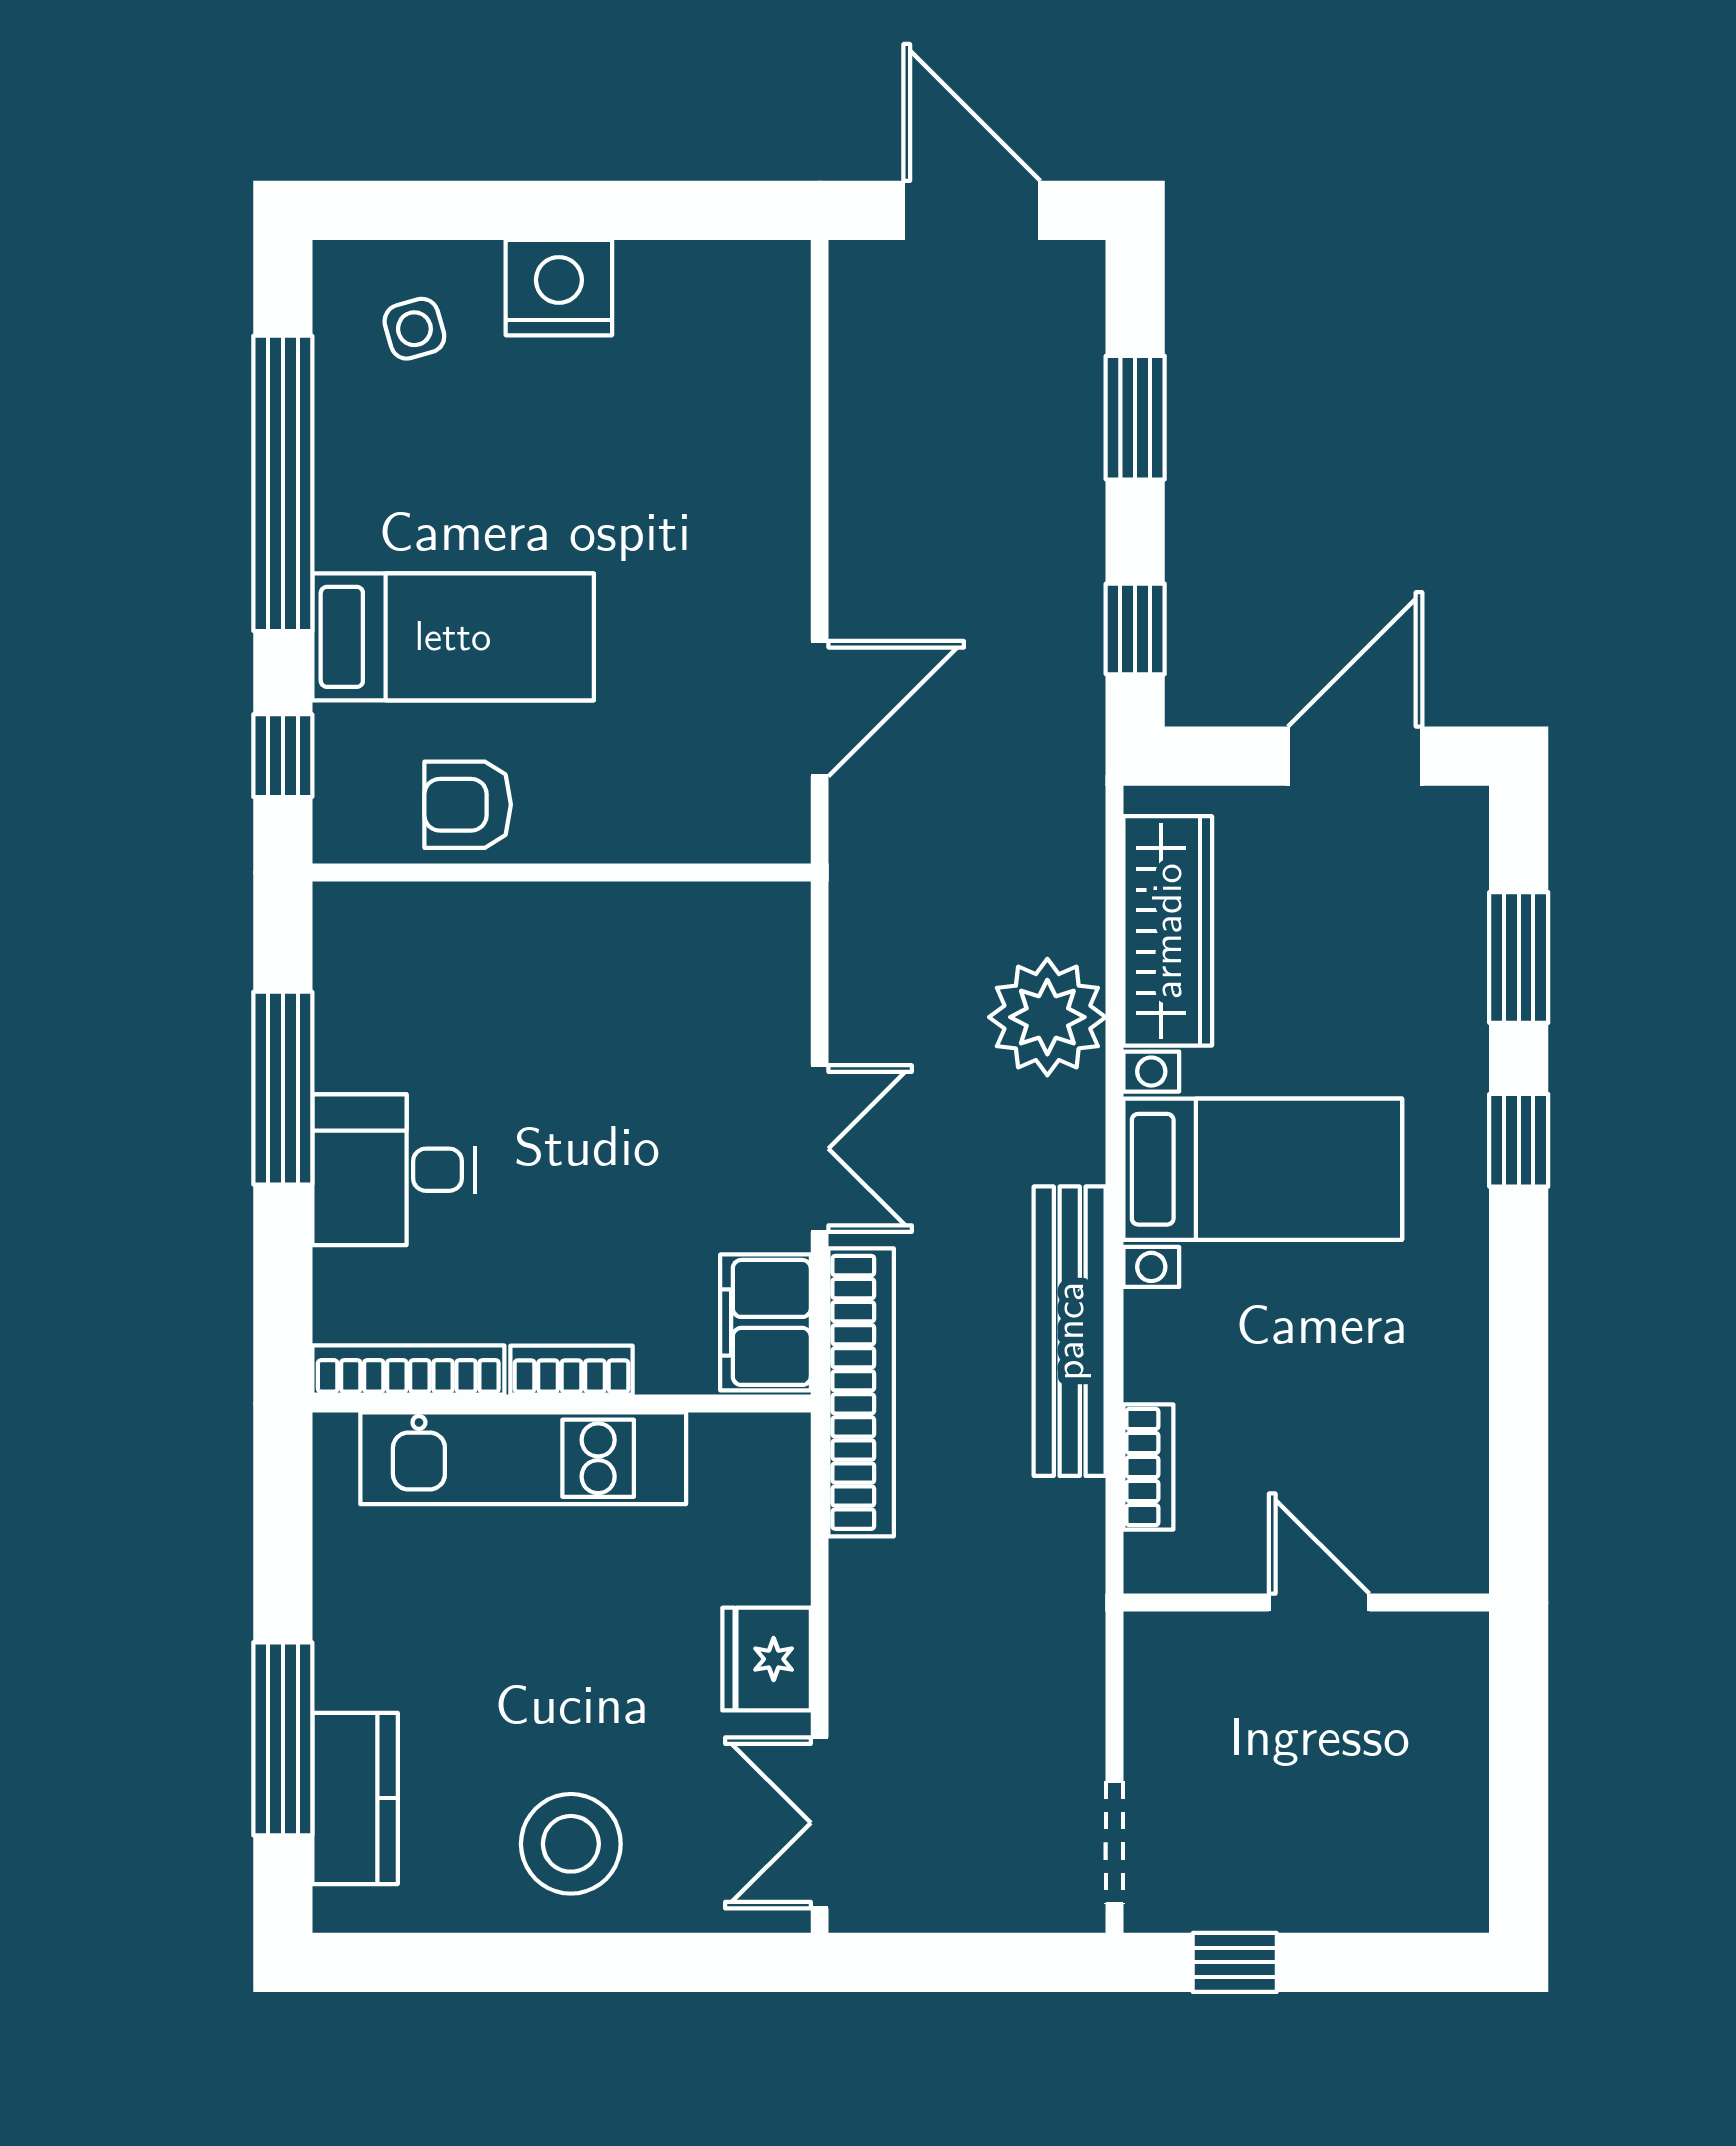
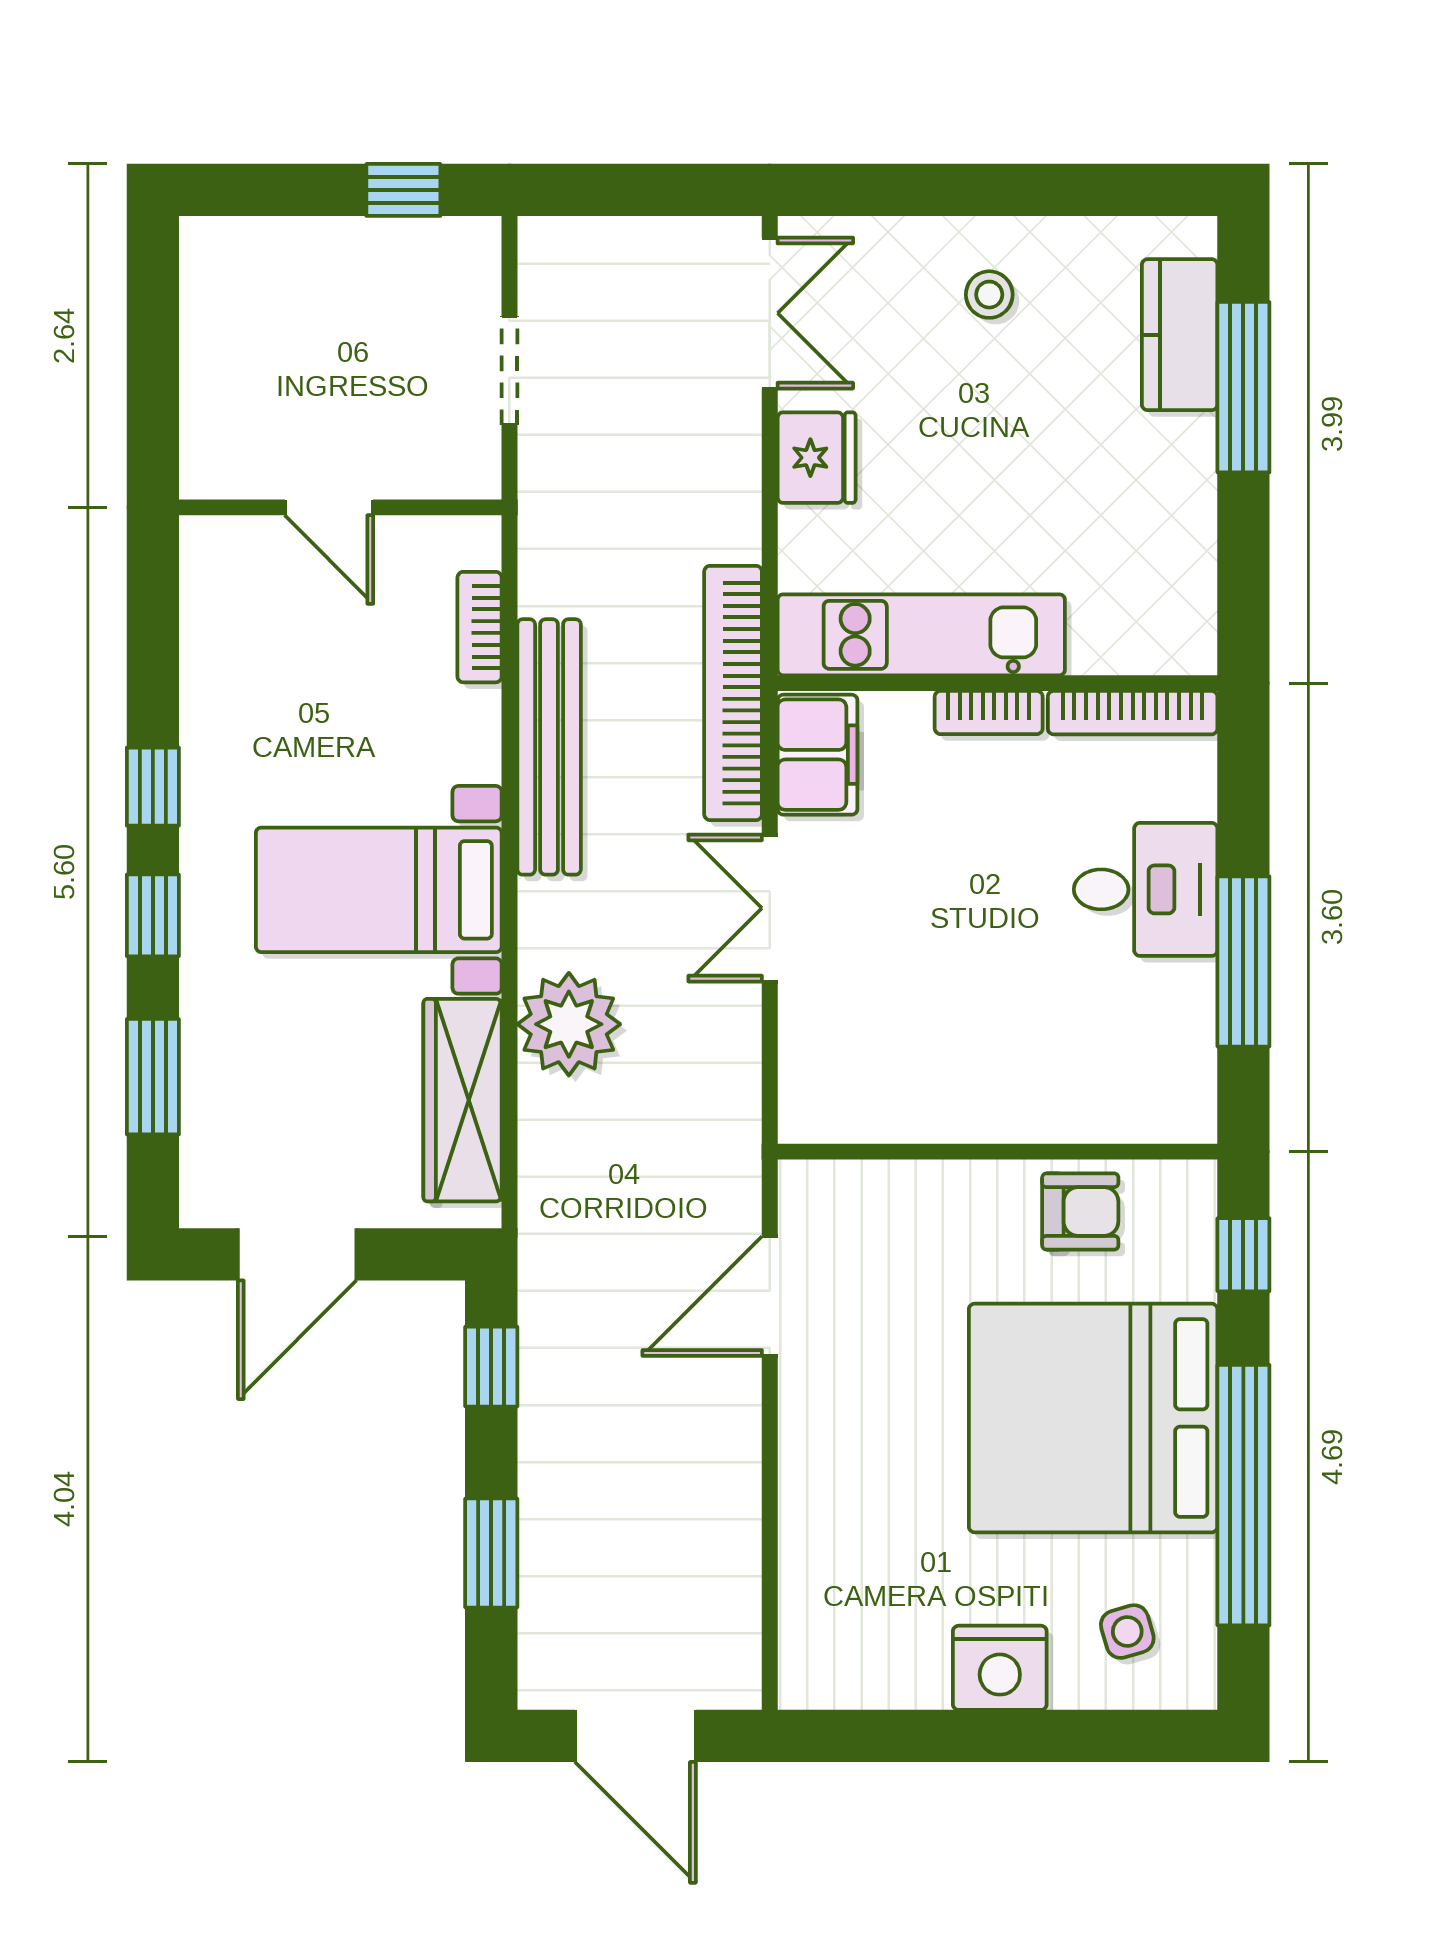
bed: (453, 637) -> (1093, 1418), width x2.04
window: (1519, 1286) -> (153, 787), added
kitchen unit: (523, 1458) -> (921, 635), moved
doorway: (1115, 1843) -> (509, 371), moved
stool: (571, 1844) -> (989, 295), width x0.53, depth x0.53

